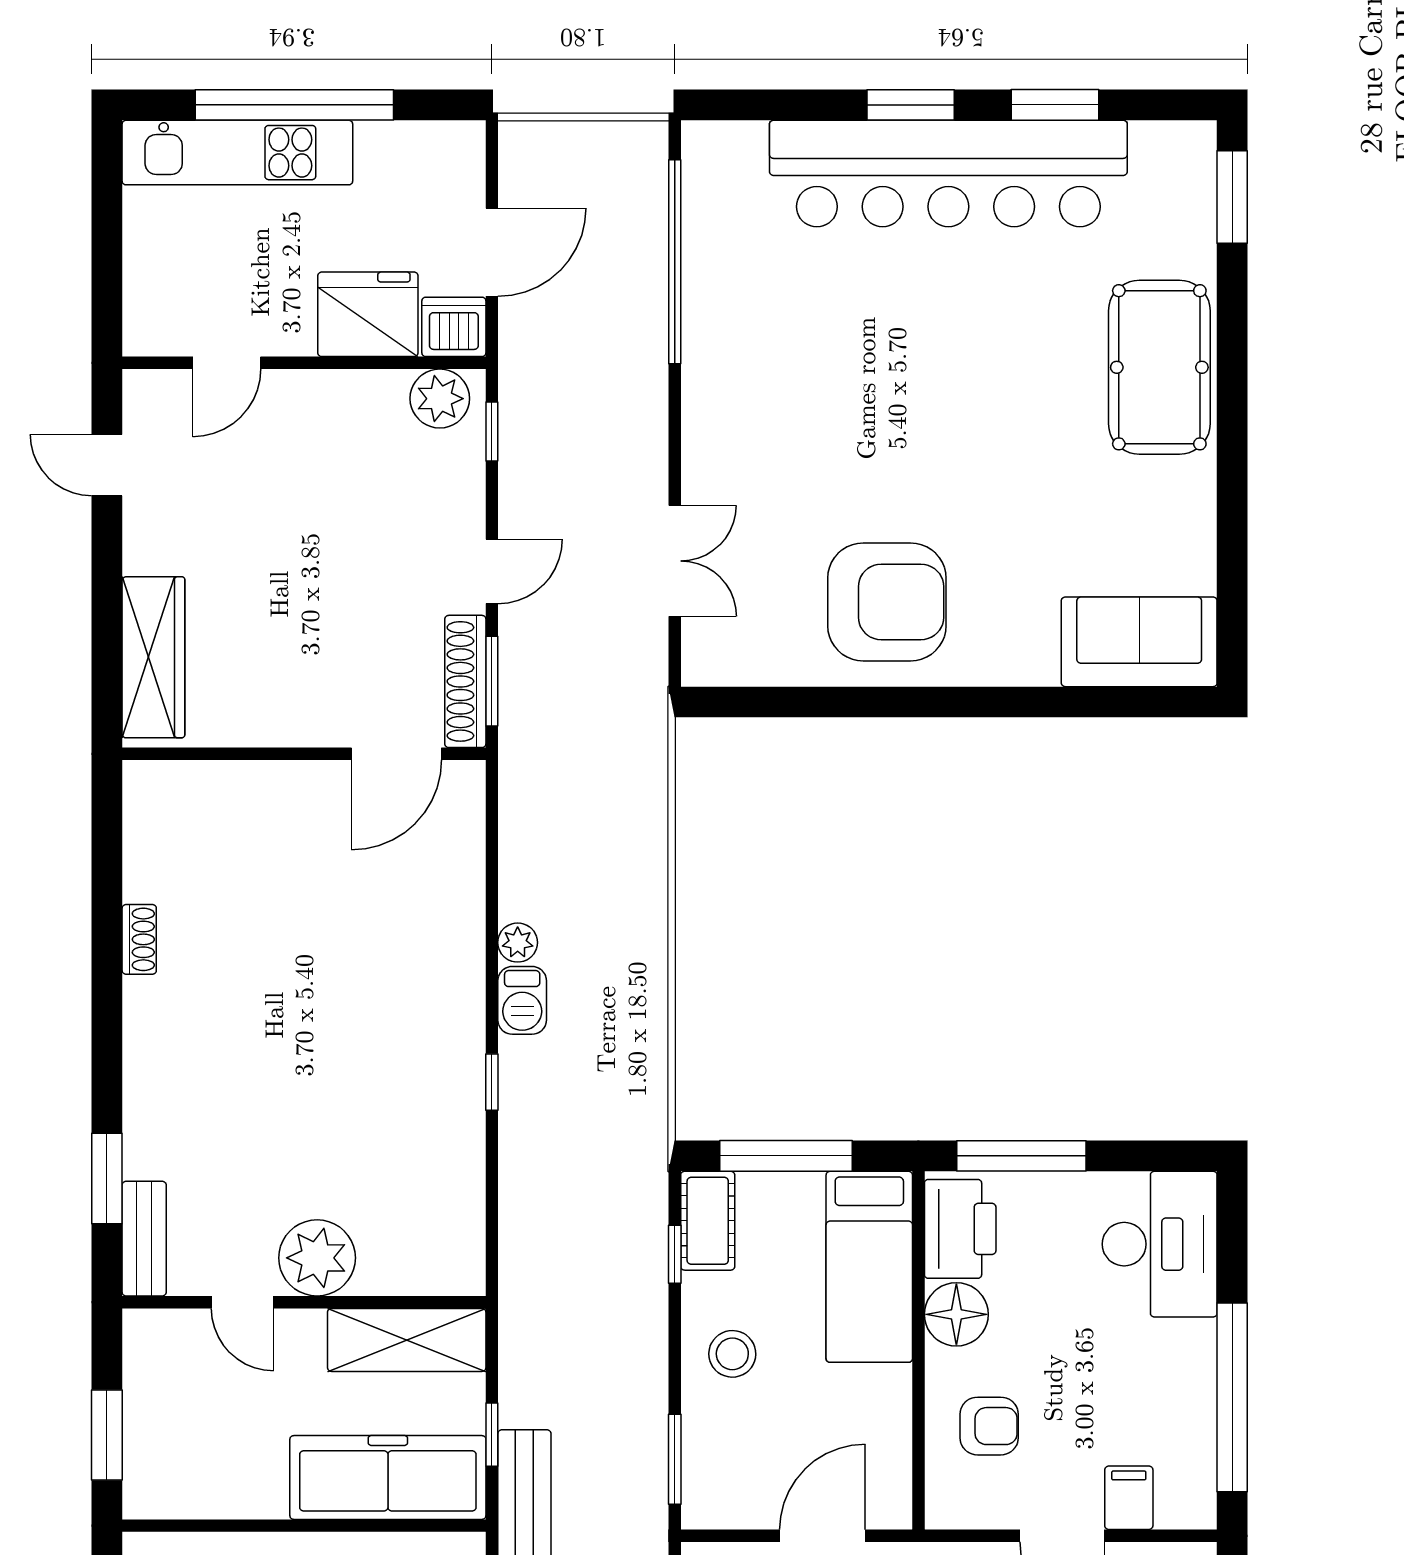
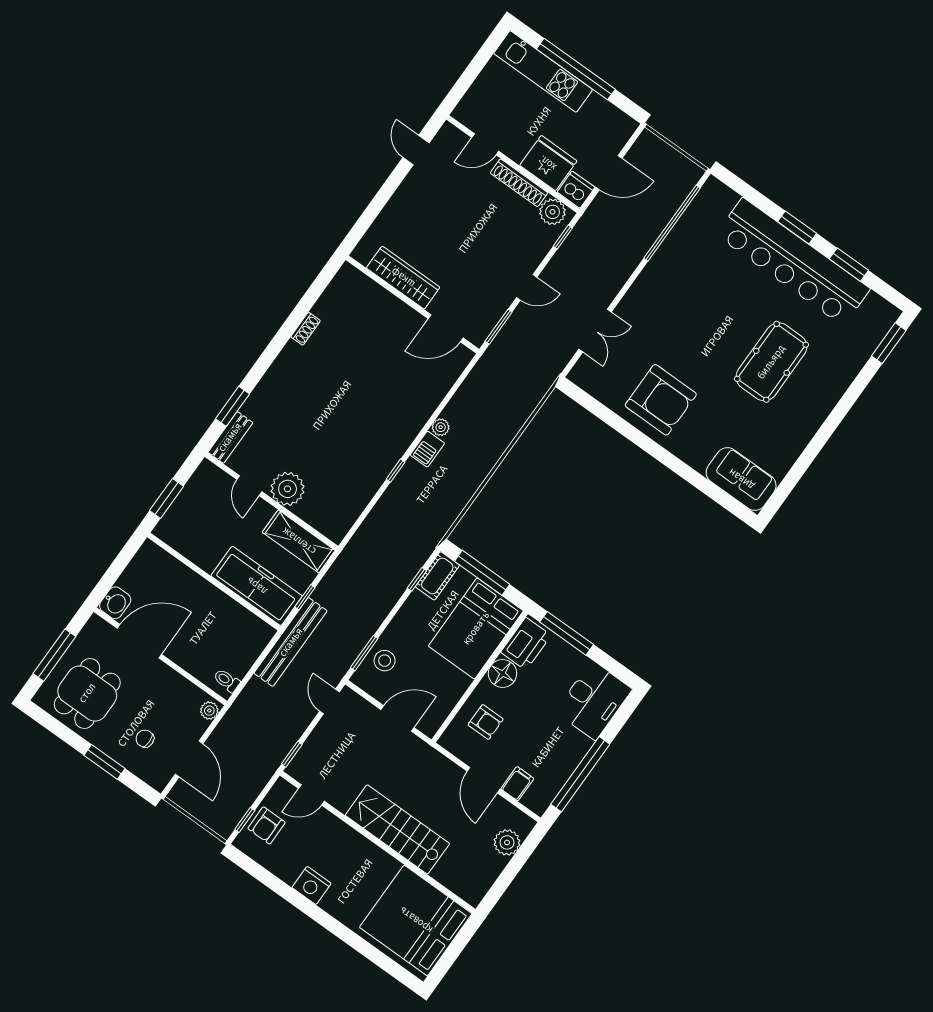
pool table: (1159, 367) -> (771, 362), moved
wardrobe: (153, 657) -> (403, 278), moved, turned -90
shoe rack: (465, 681) -> (519, 183), moved, turned -90
bed: (869, 1267) -> (476, 628), width x1.50
stool: (732, 1354) -> (385, 661), moved

